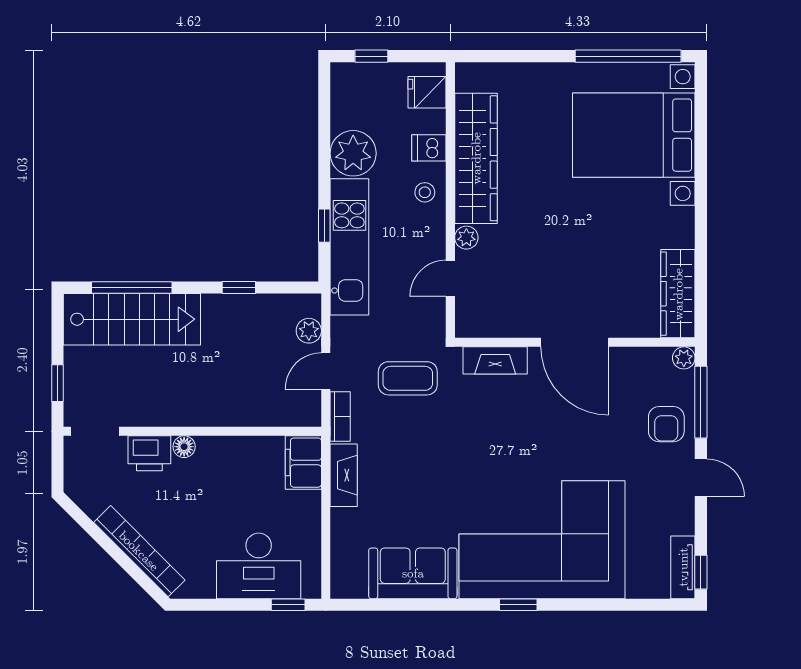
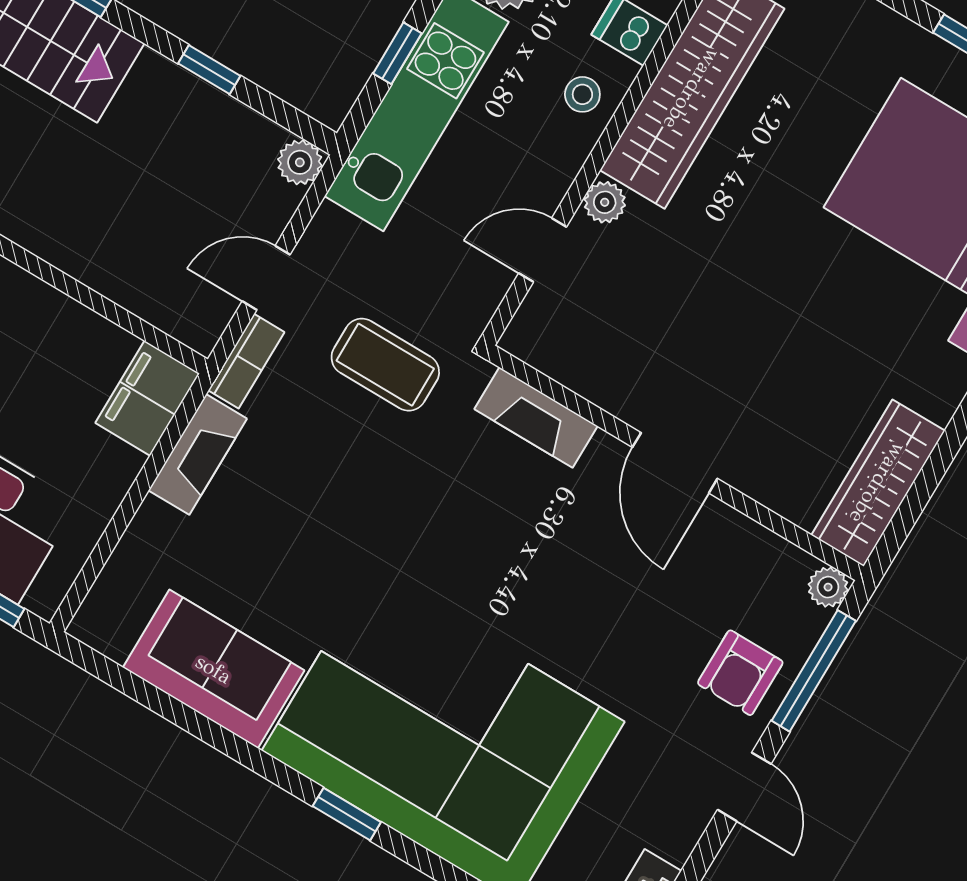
plant: (309, 331) -> (300, 162), moved
door: (575, 342) -> (675, 463), width x0.73

